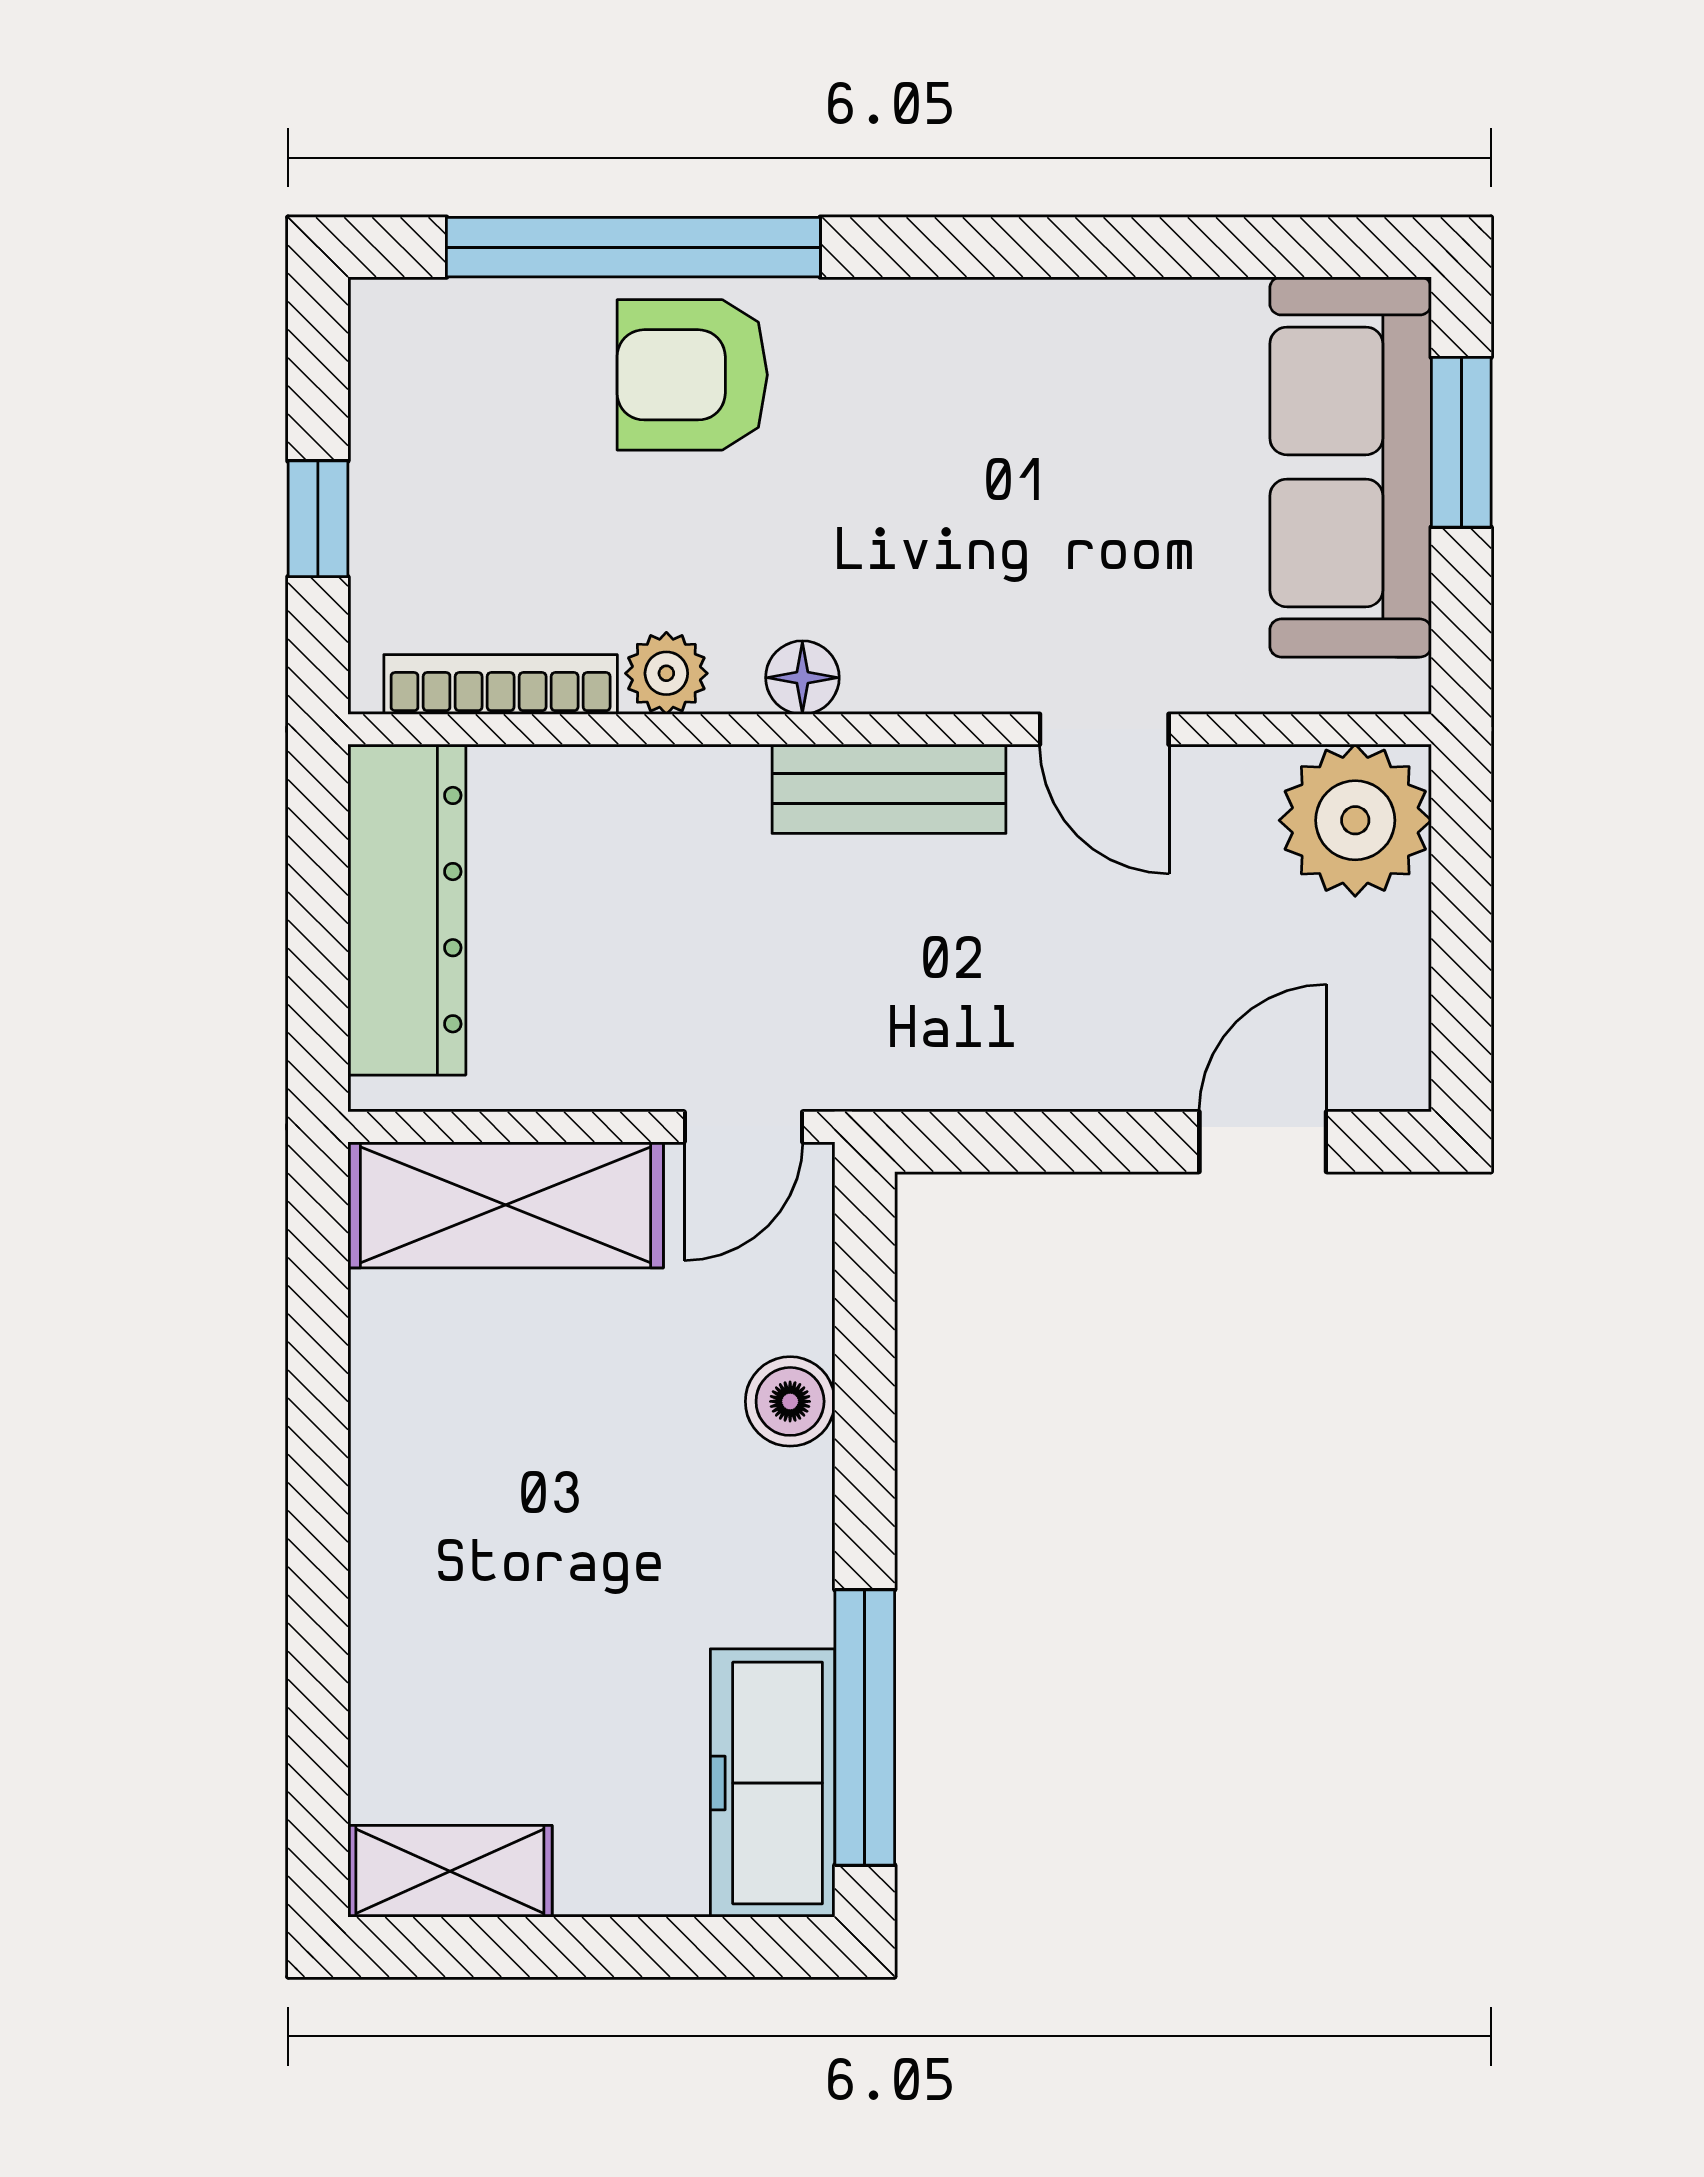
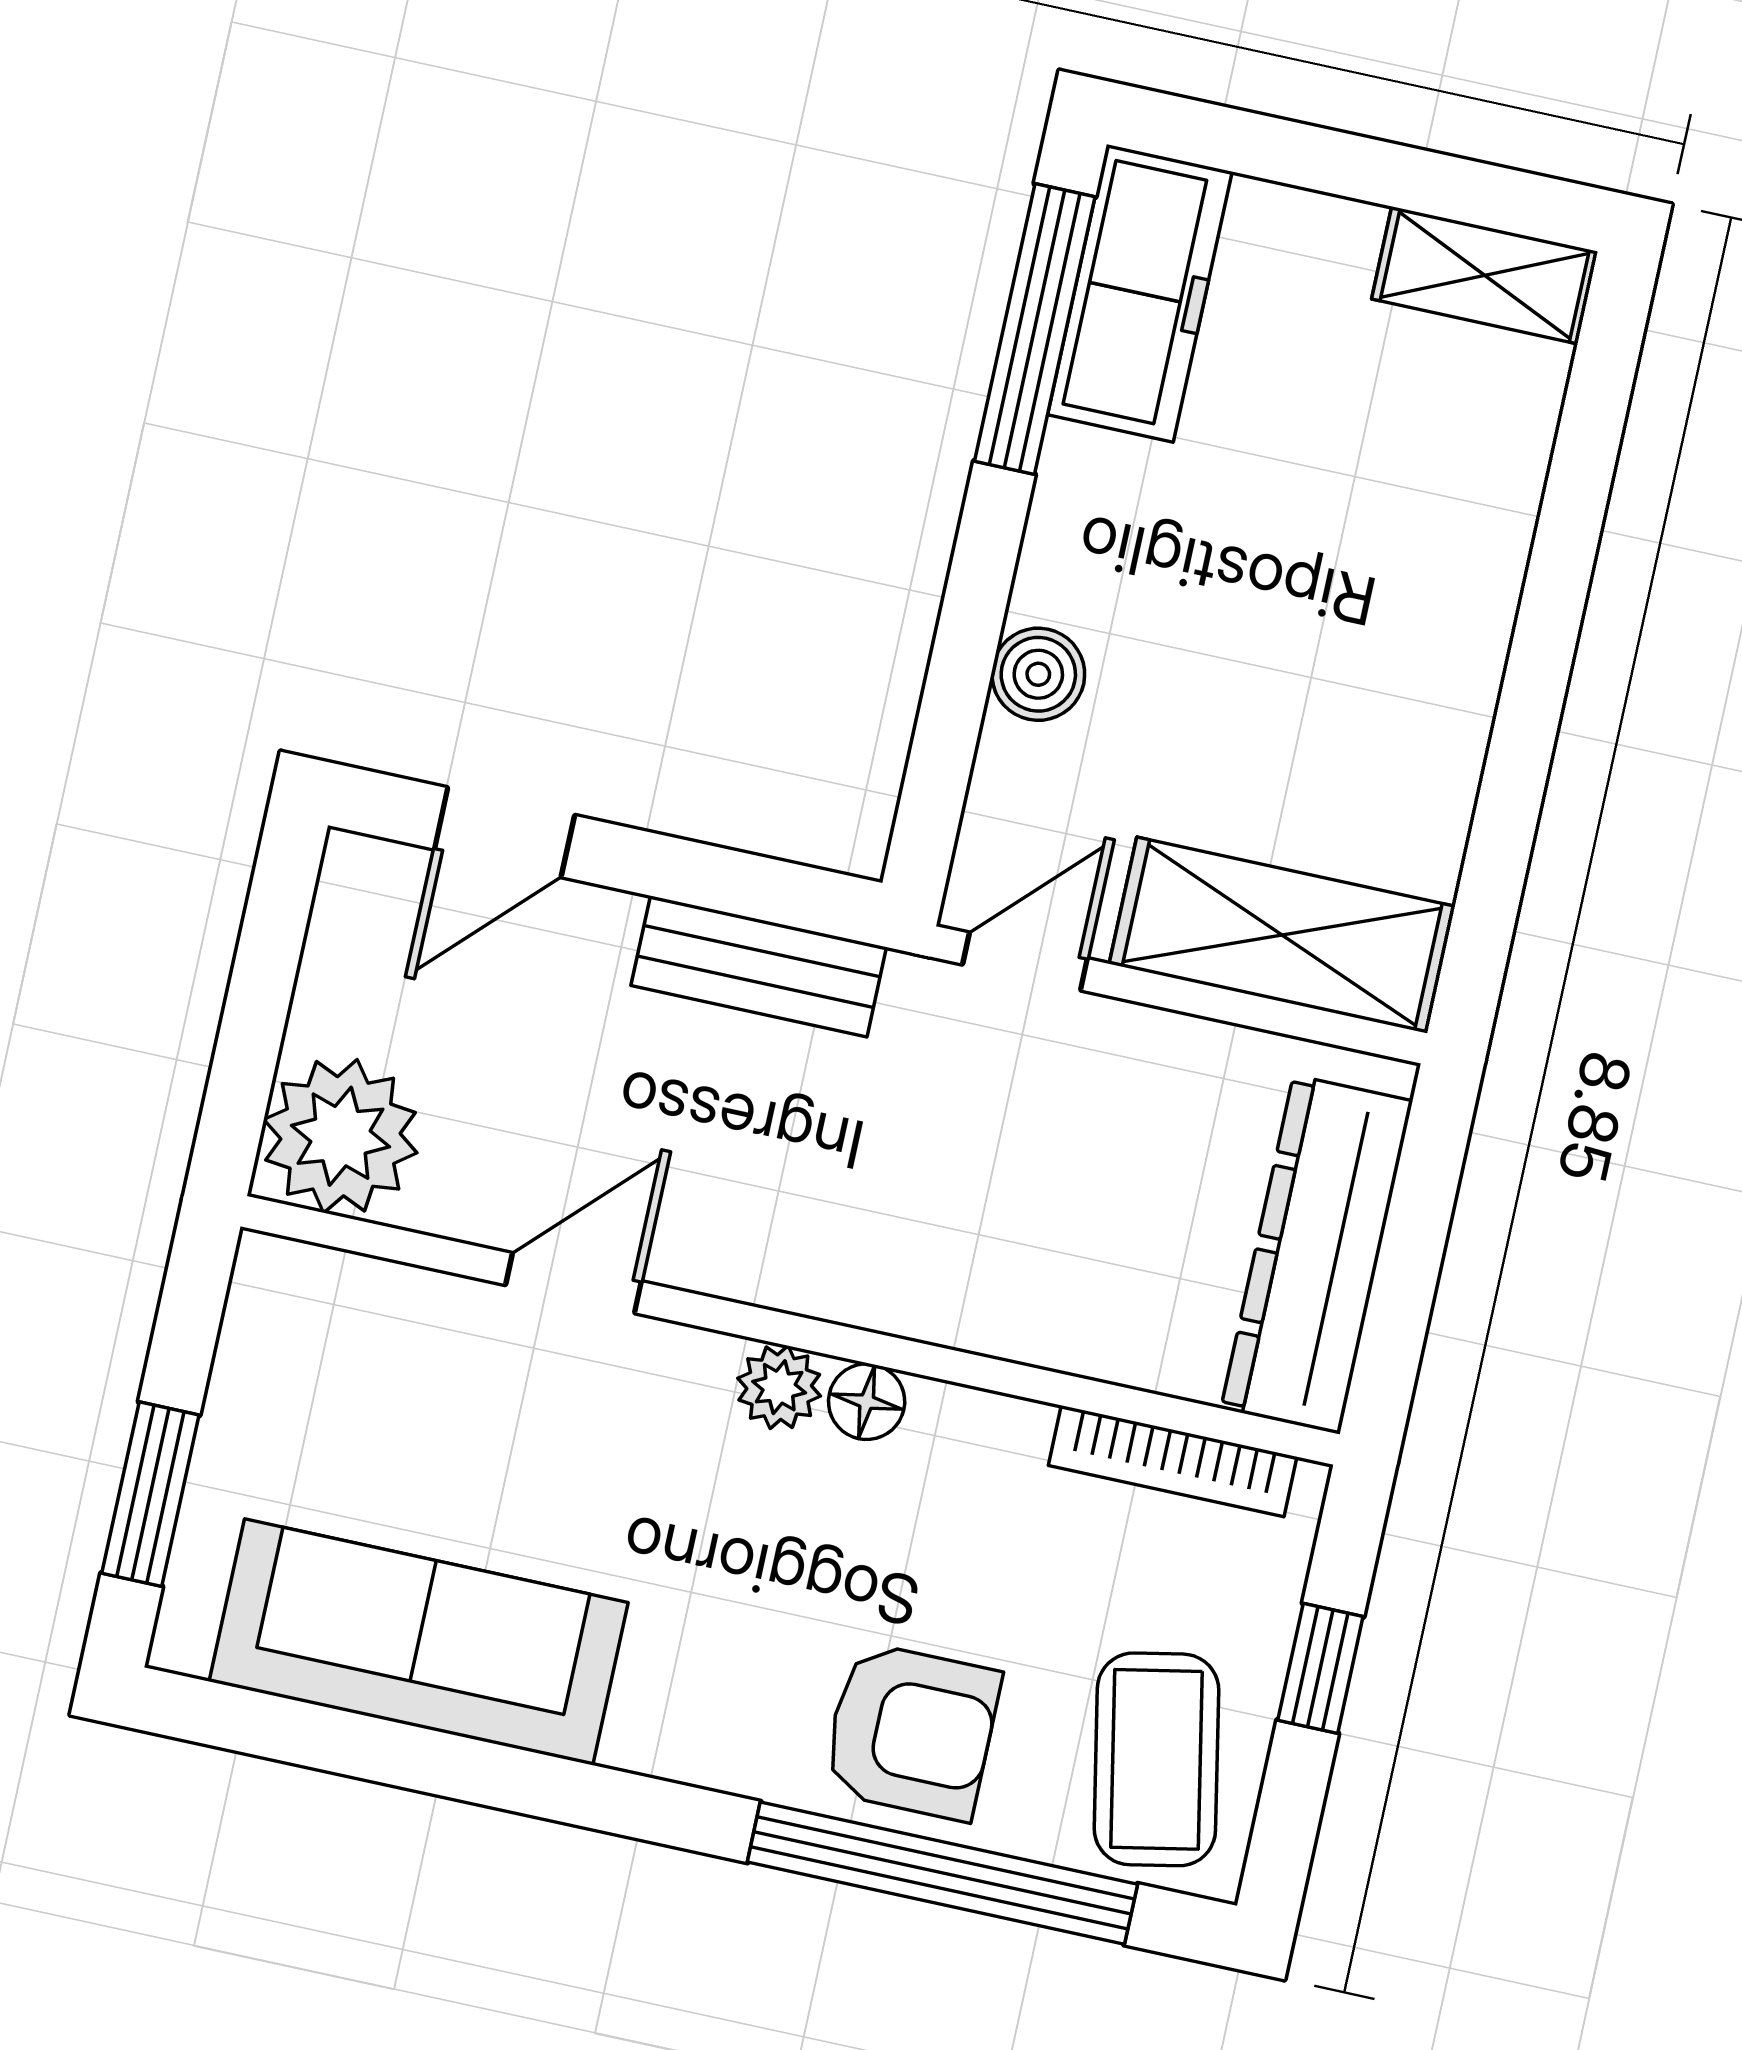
coffee table: (454, 399) -> (1156, 1759), added
sofa: (1351, 467) -> (419, 1642), moved, turned -90
plant: (666, 673) -> (779, 1387), moved
door: (1104, 729) -> (574, 1283), hinge flipped
bench: (889, 789) -> (759, 966), moved

